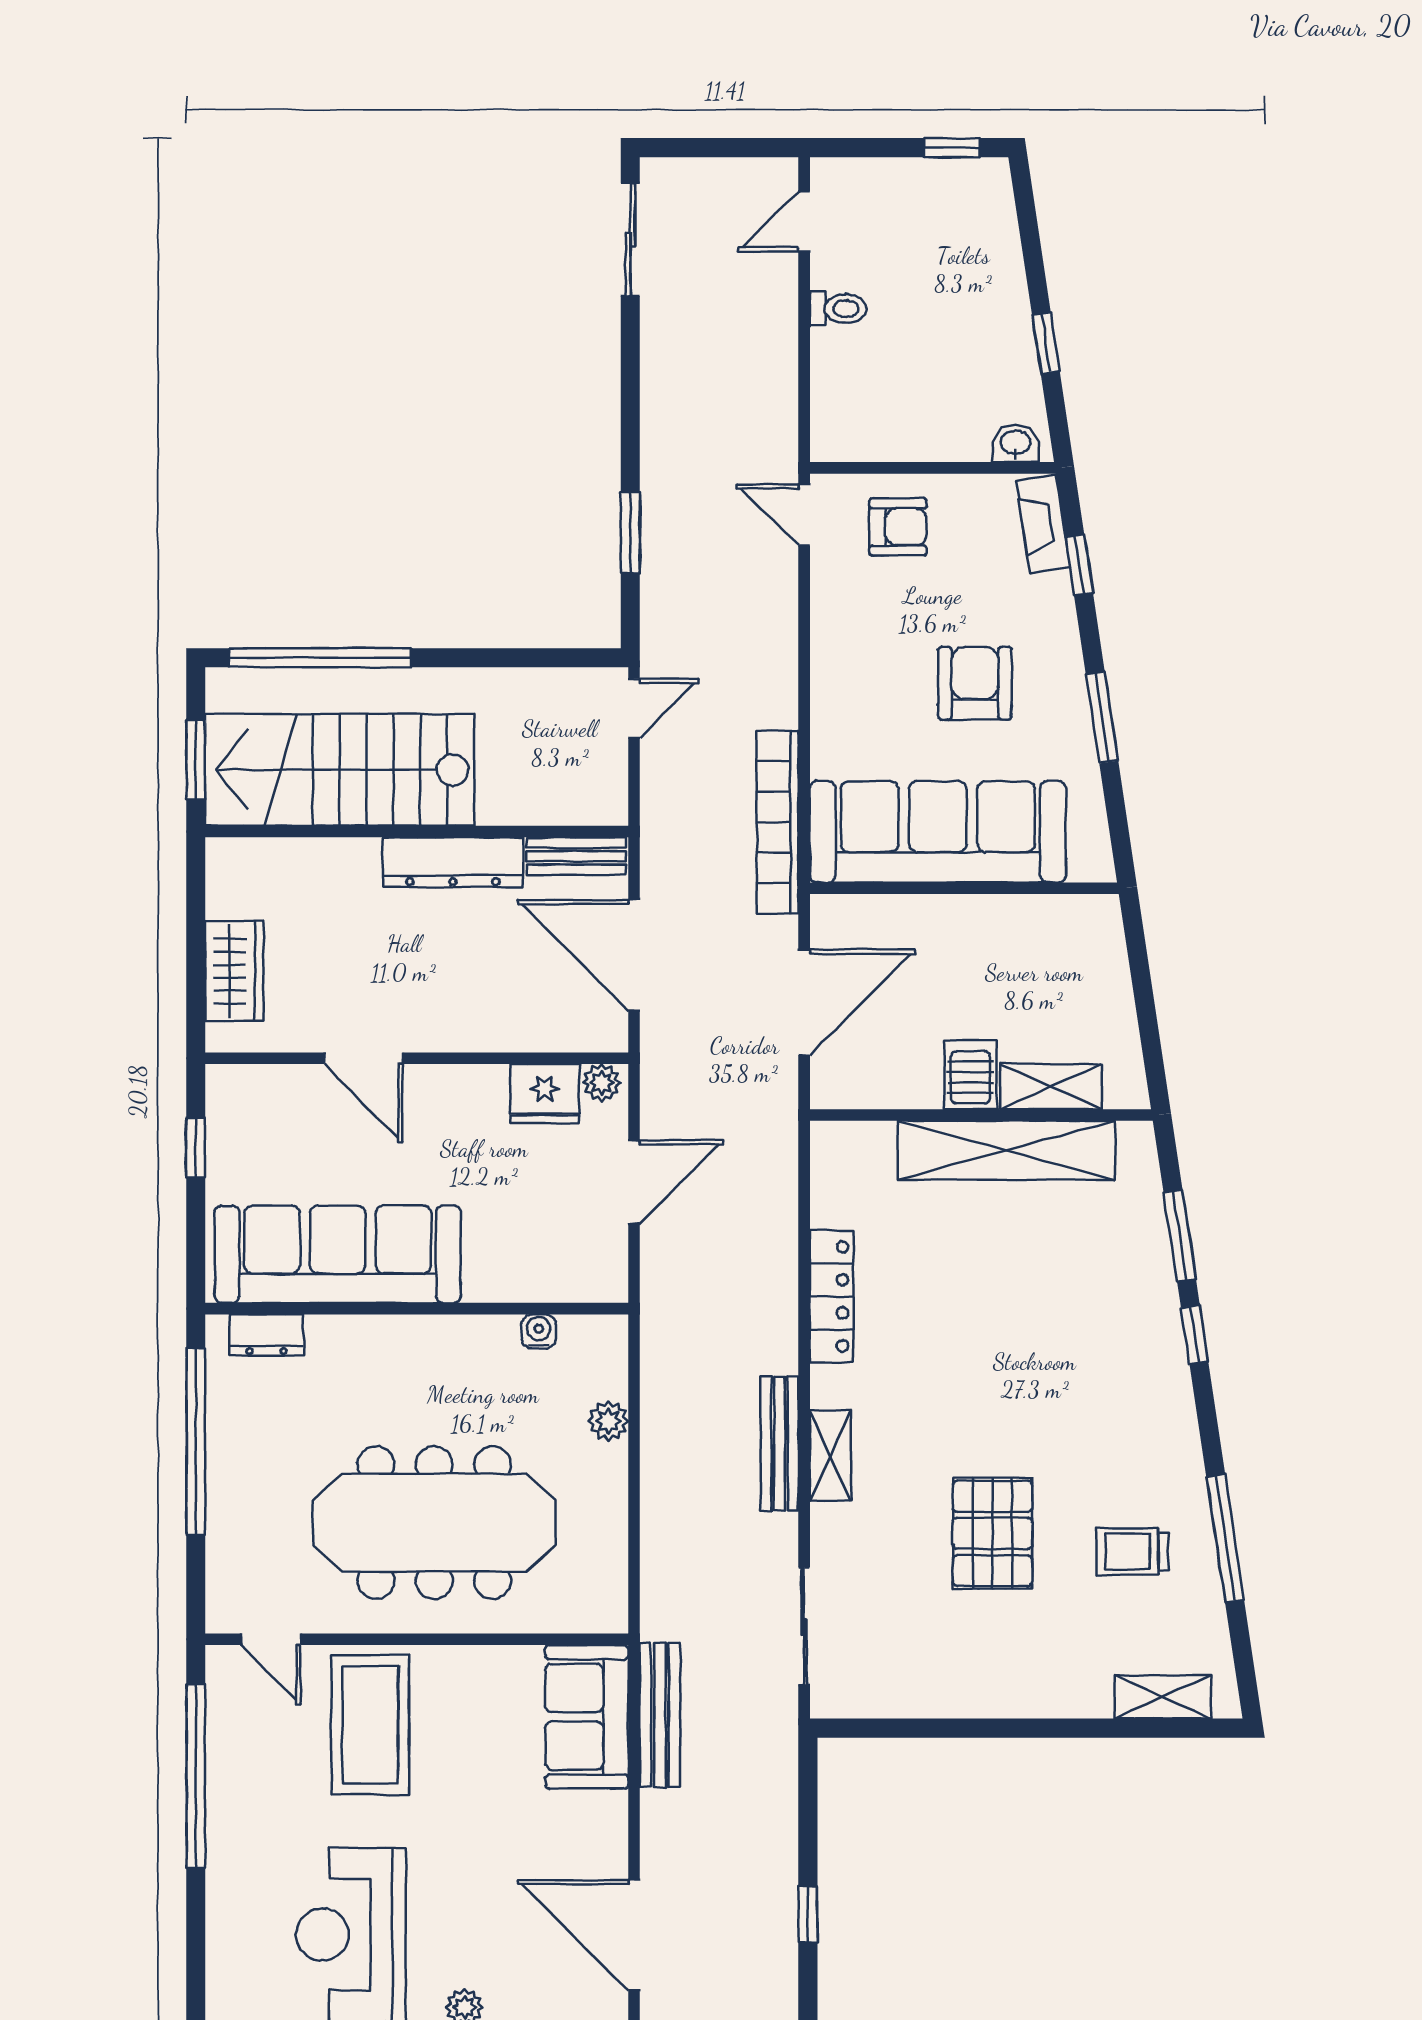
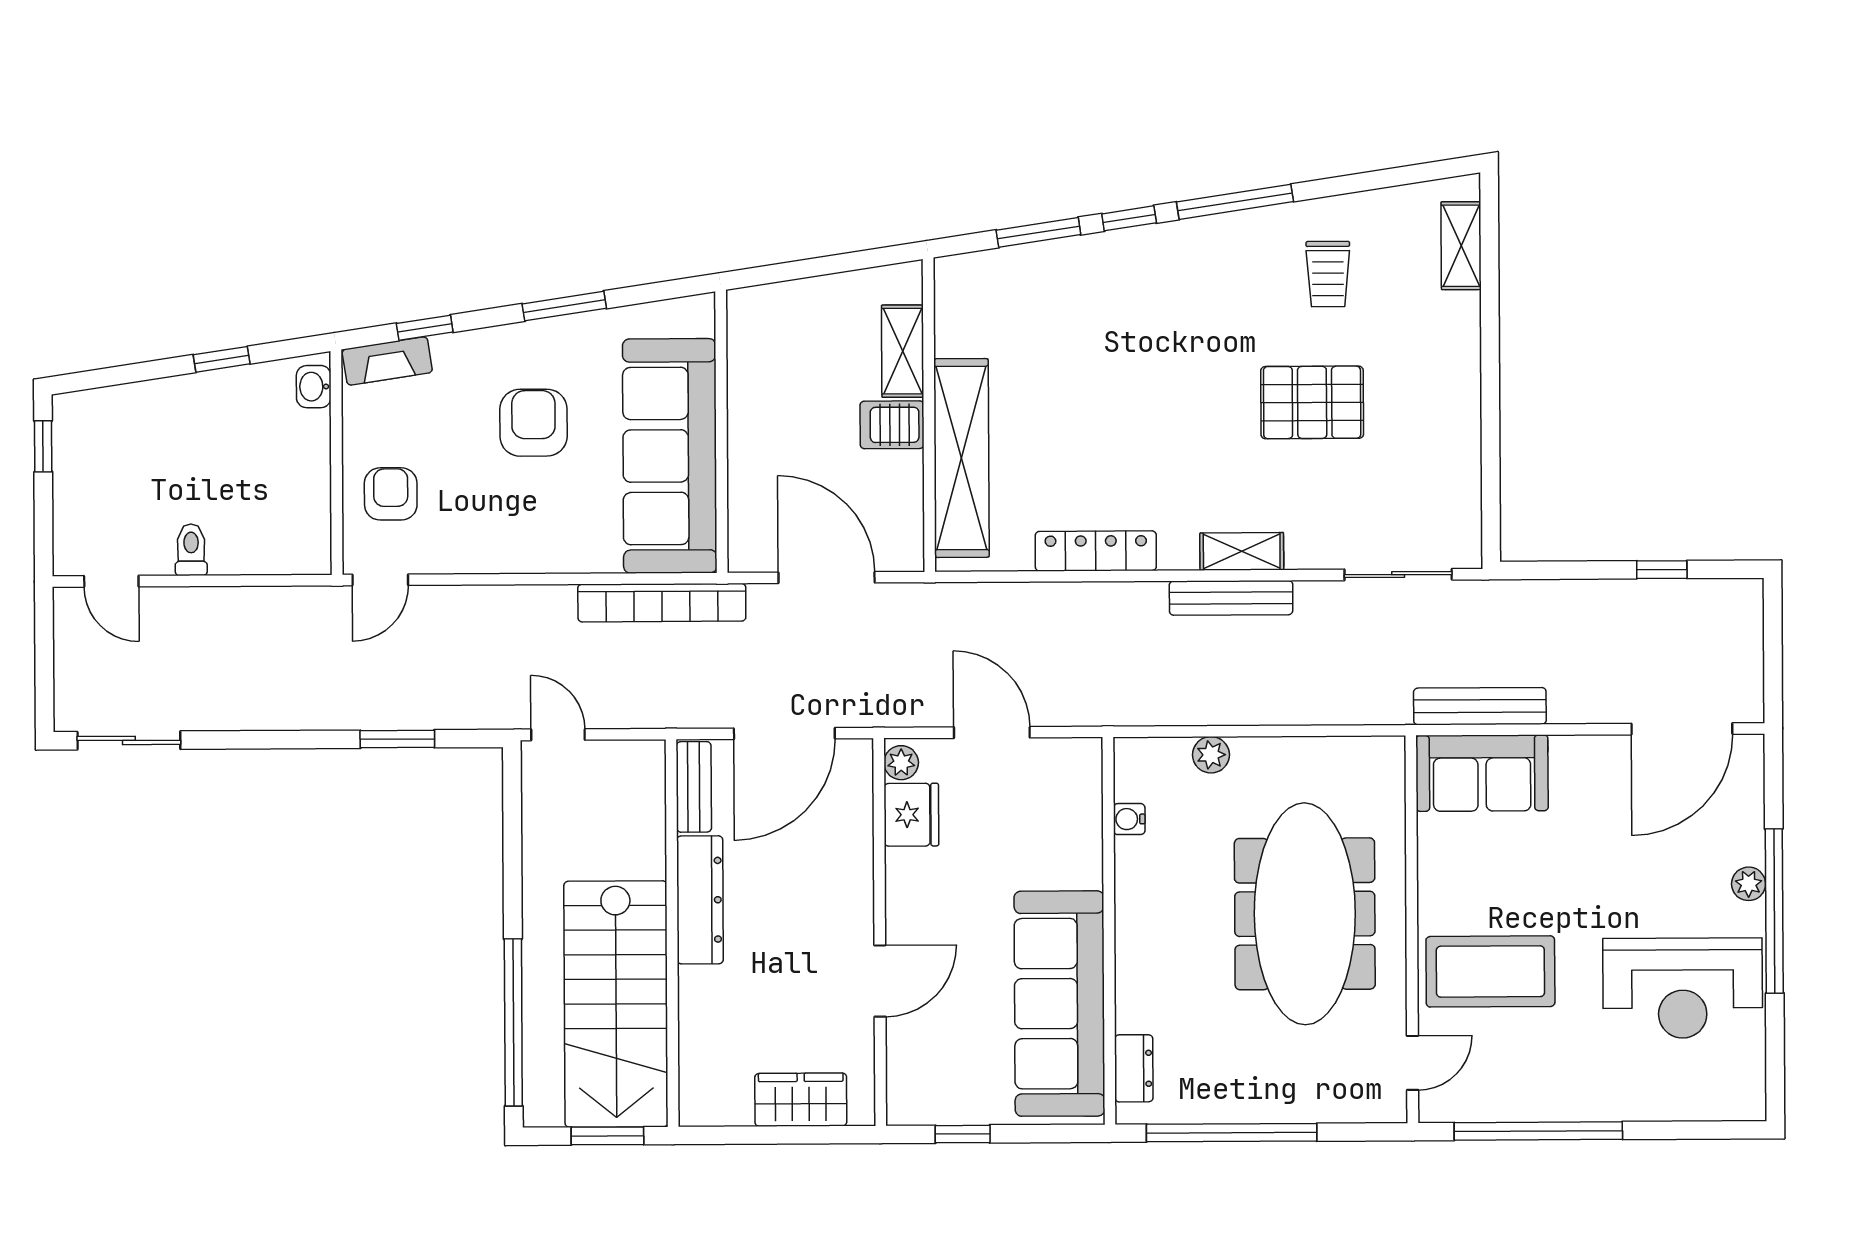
armchair: (975, 683) -> (533, 423), turned 90
shelving: (1006, 1150) -> (961, 458), moved
window: (1225, 1538) -> (1235, 202), moved

